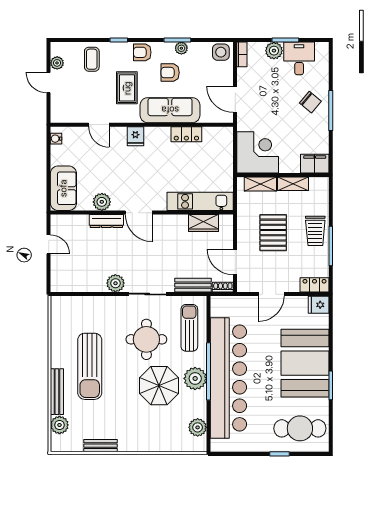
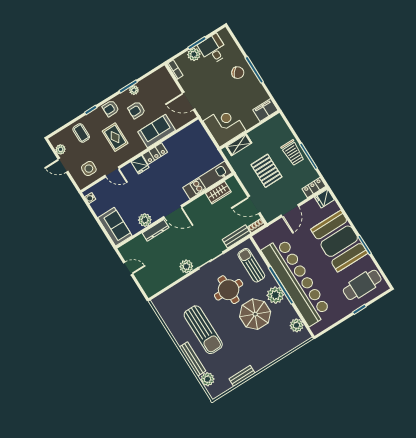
side table: (221, 52) -> (89, 169), moved
sofa: (170, 110) -> (157, 131), width x0.73
locker: (186, 134) -> (155, 154), moved
shelving: (293, 184) -> (259, 132), removed

